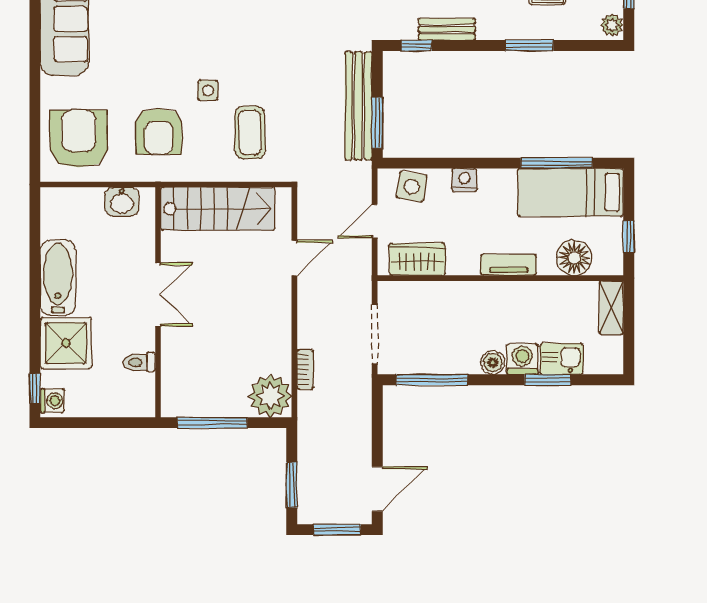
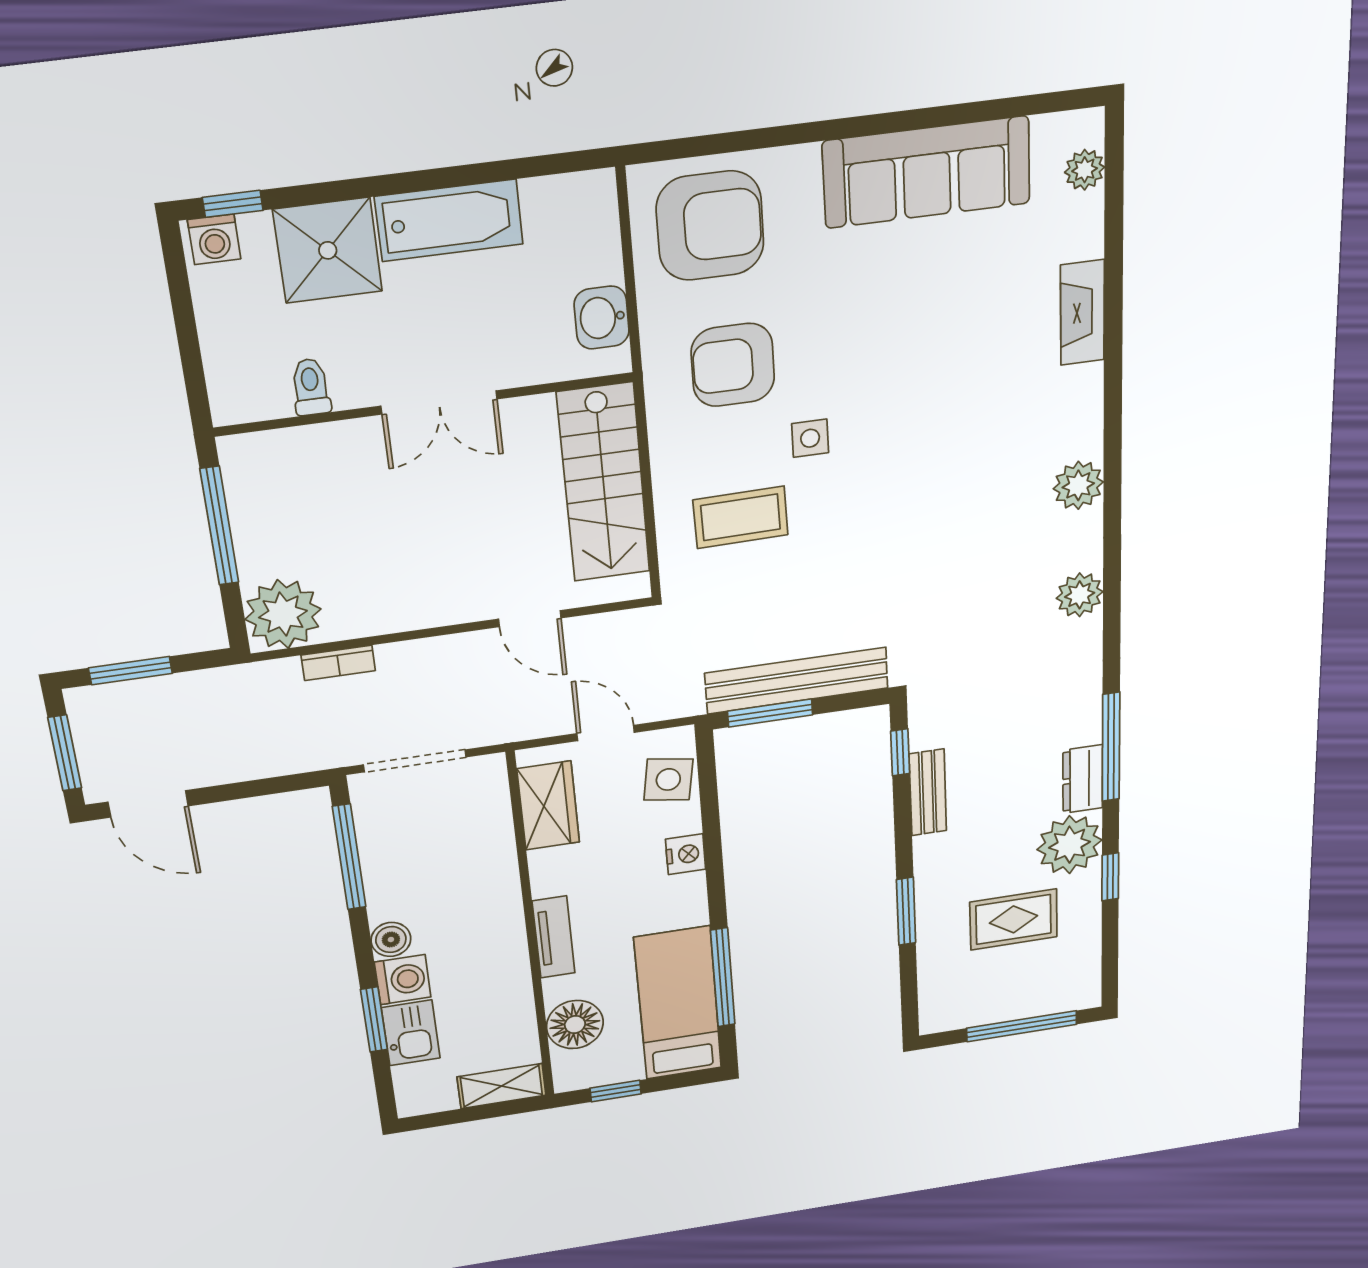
plant: (612, 25) -> (942, 1017), removed

